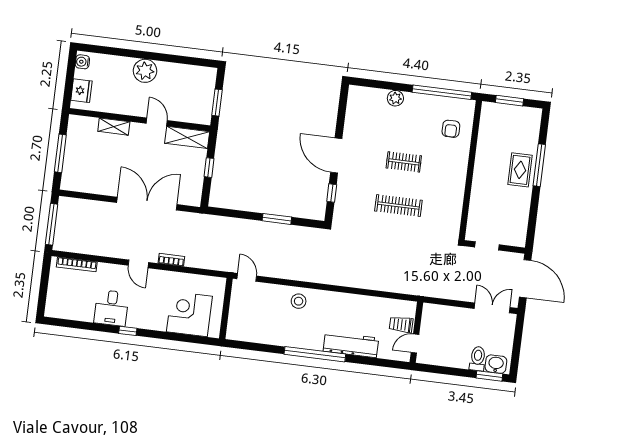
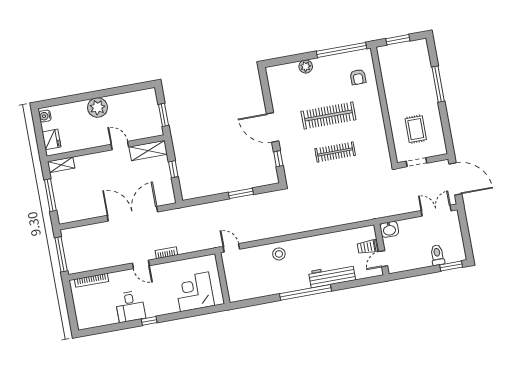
shelving: (114, 127) -> (61, 165), moved
clothes rail: (404, 162) -> (328, 116), width x1.86, depth x1.31
rug: (520, 170) -> (416, 129), moved
washbasin: (496, 364) -> (389, 229), moved, turned 180

